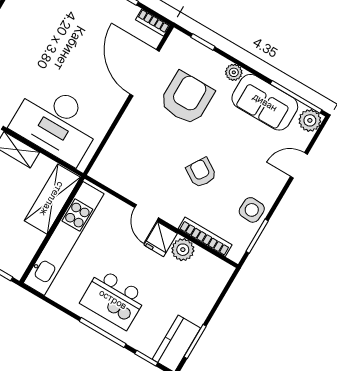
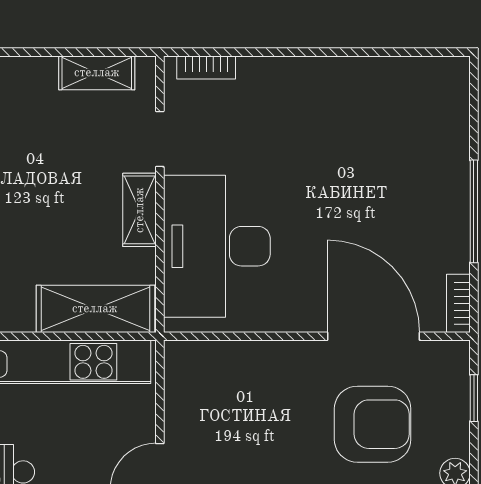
door: (145, 73) -> (374, 336), hinge flipped

